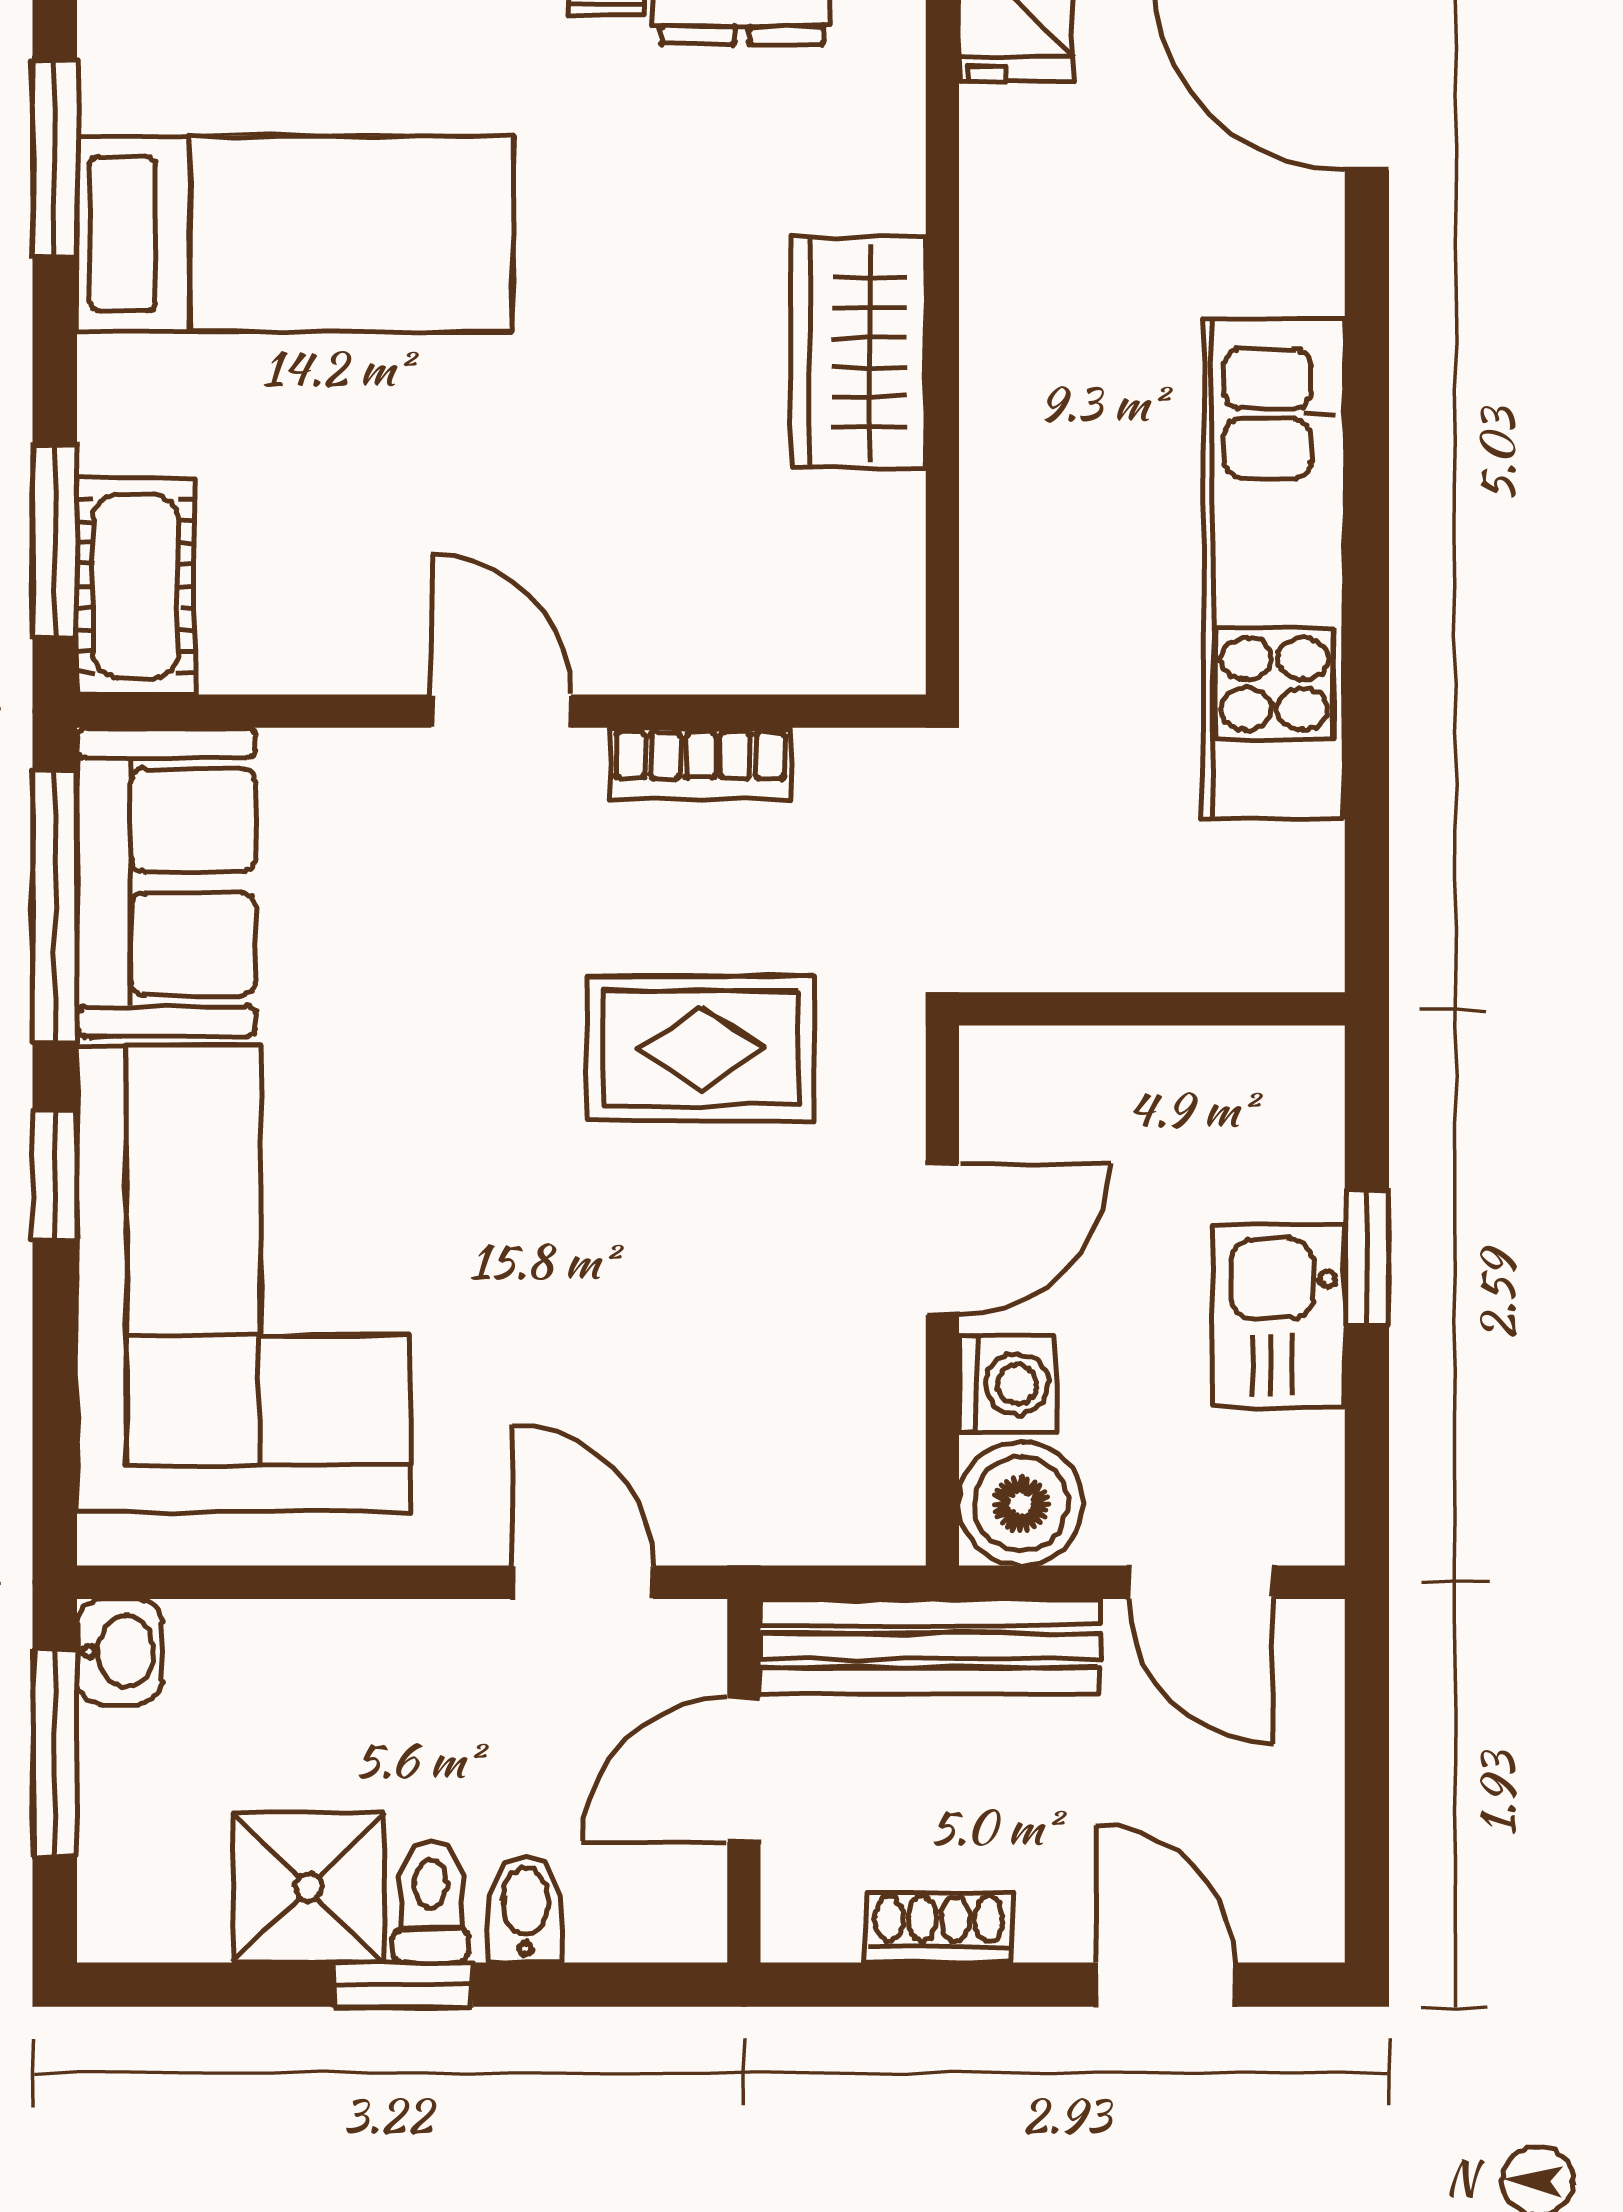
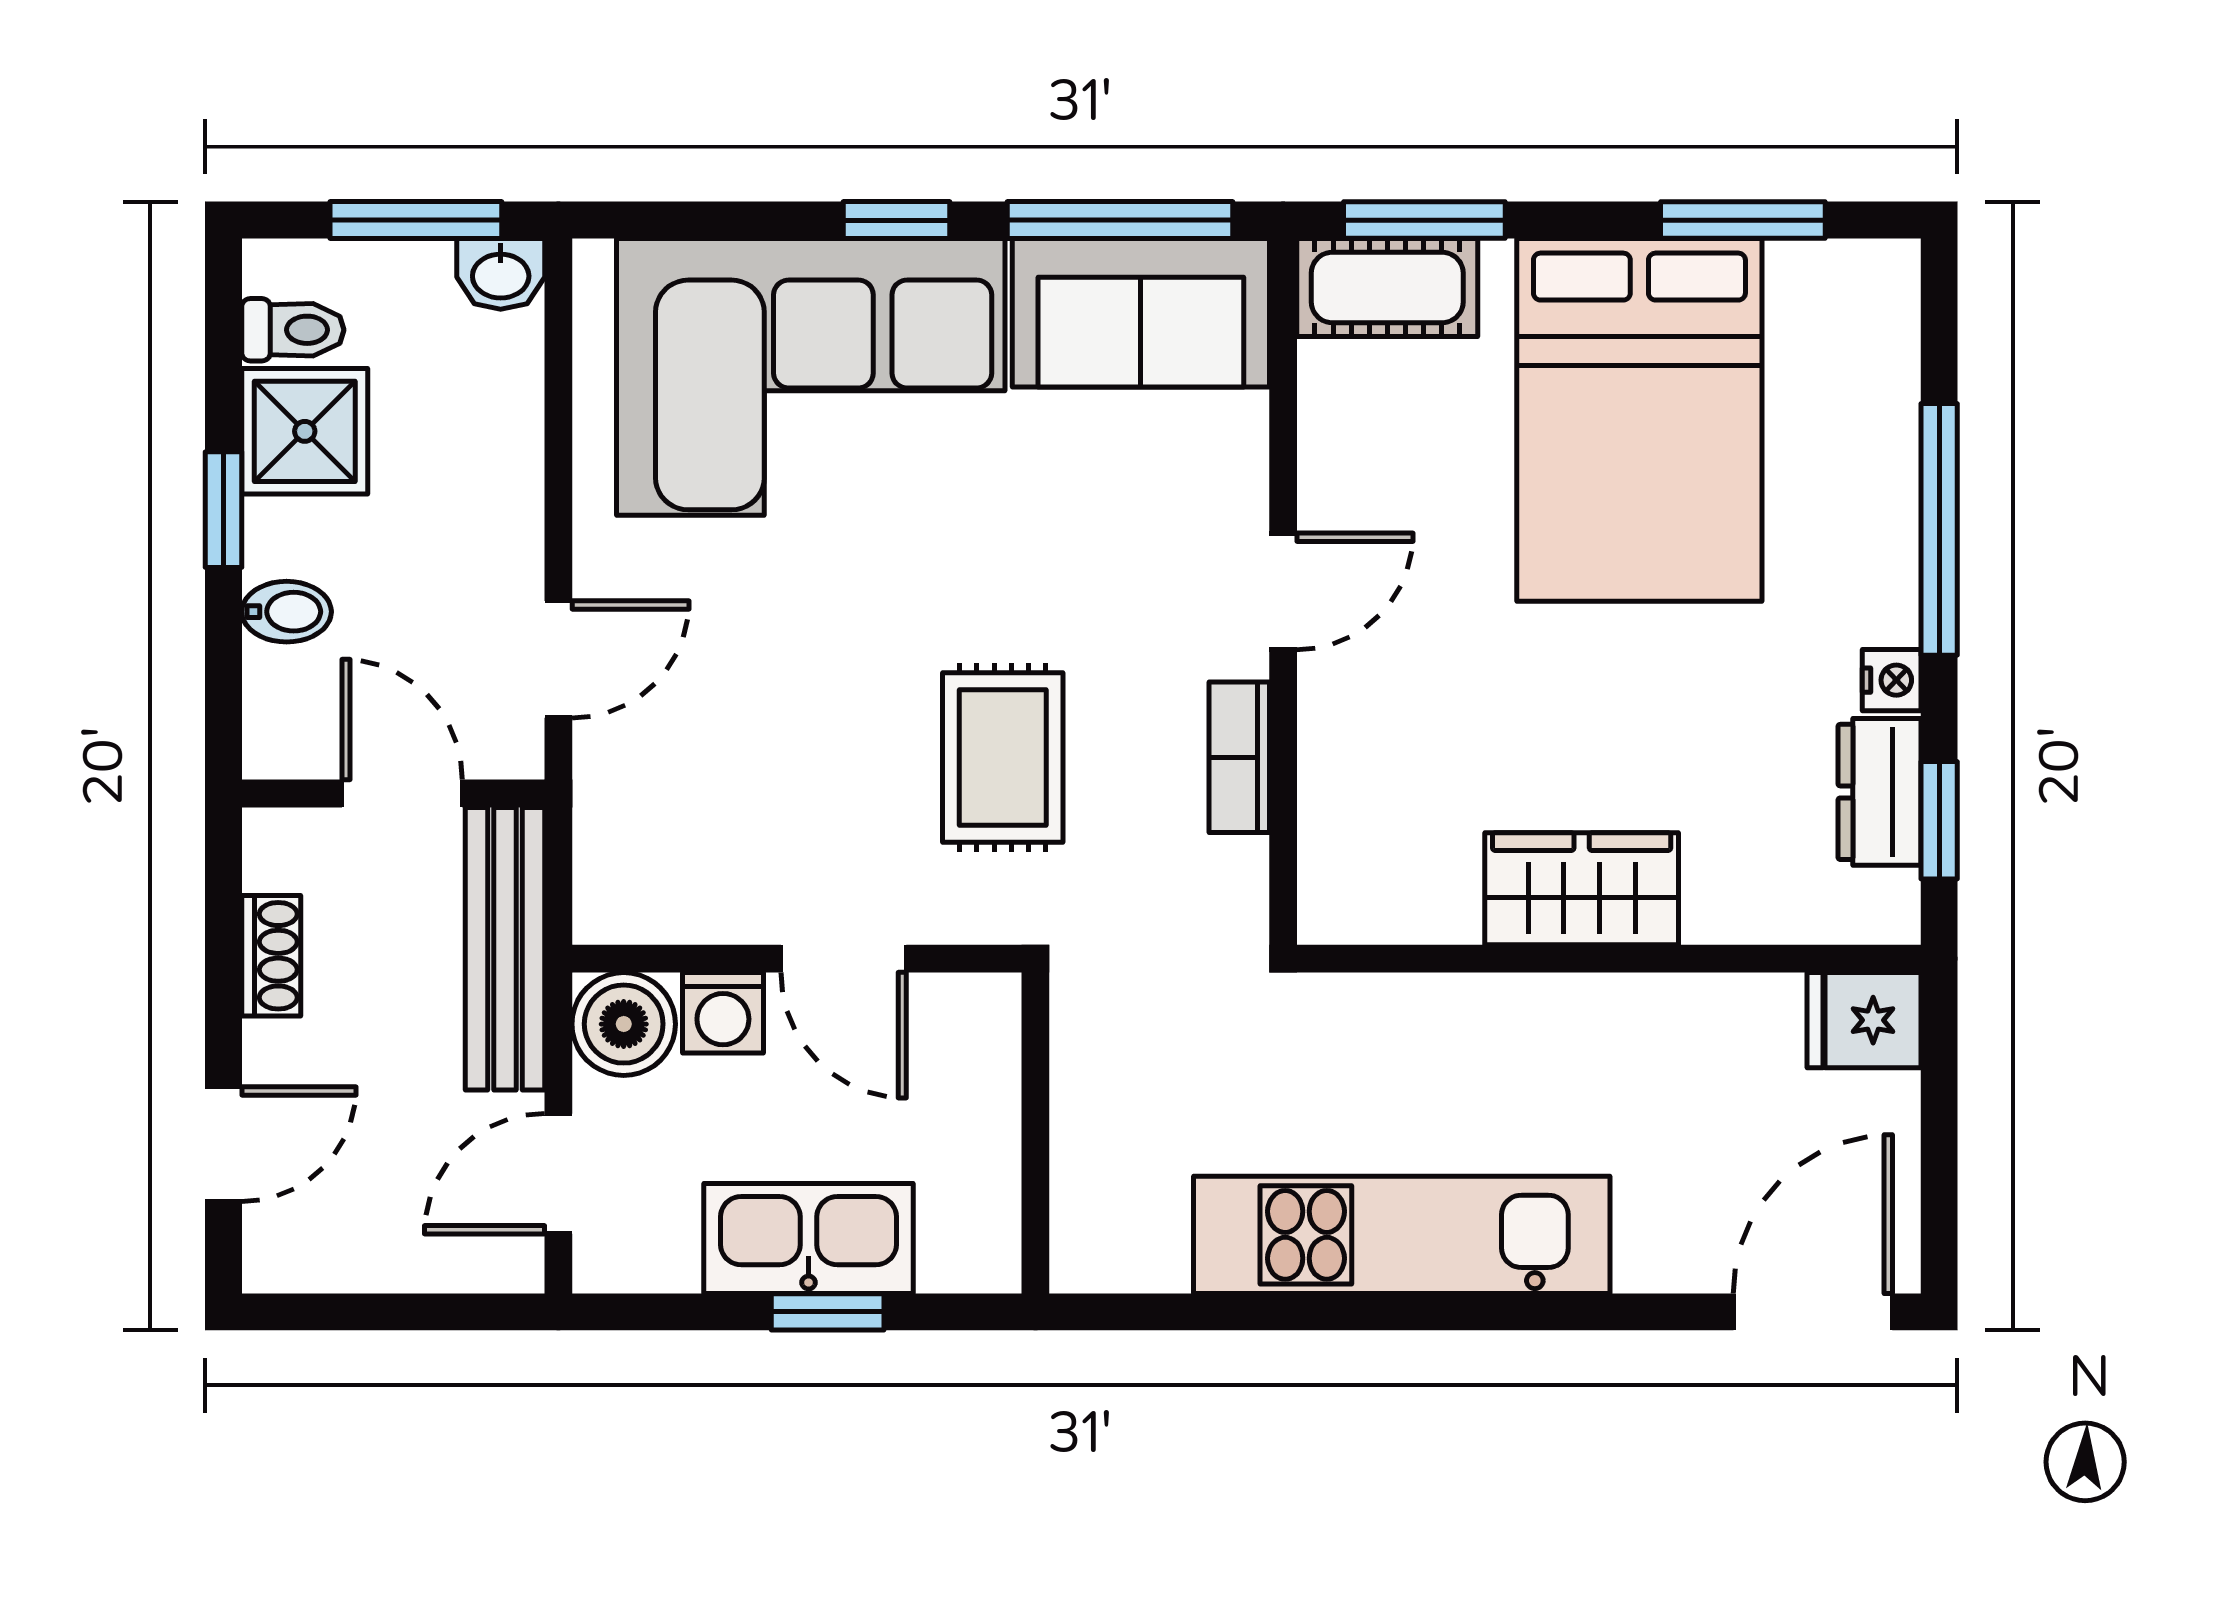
bed: (295, 234) -> (1639, 420), width x1.50
kitchen sink: (1279, 1316) -> (809, 1238), width x1.38
toilet: (431, 1901) -> (293, 330), moved

